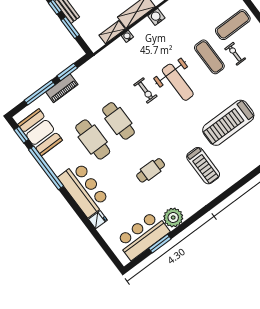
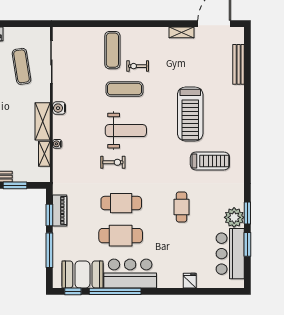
piano: (62, 88) -> (60, 211), moved
bar counter: (84, 189) -> (130, 274), moved
window: (184, 225) -> (247, 213), added

